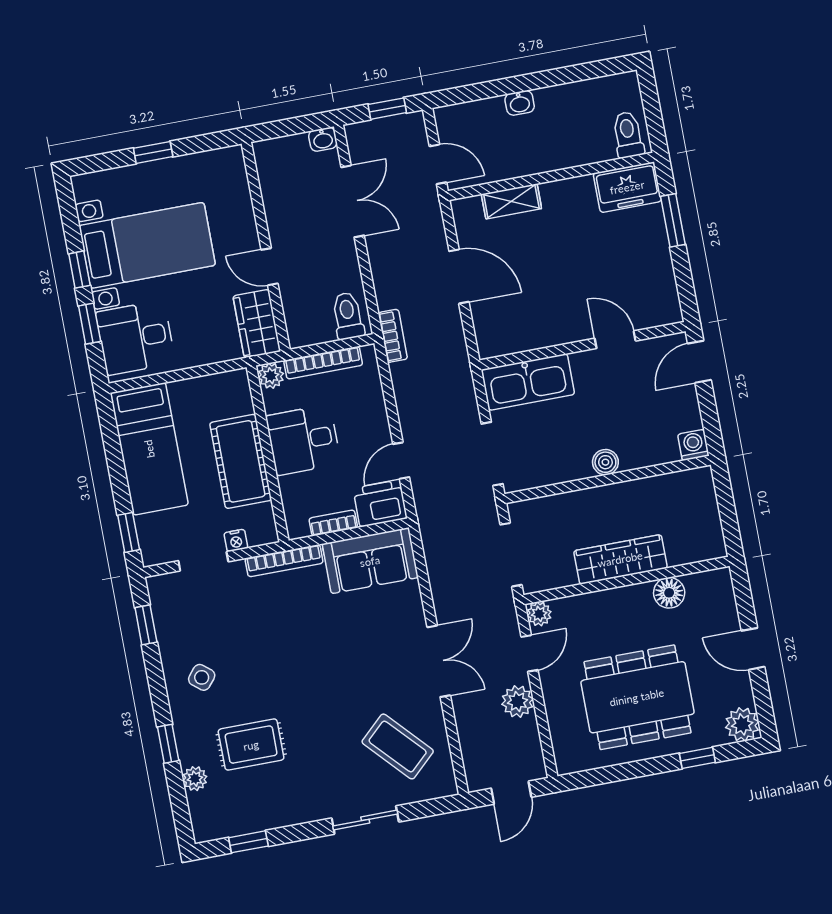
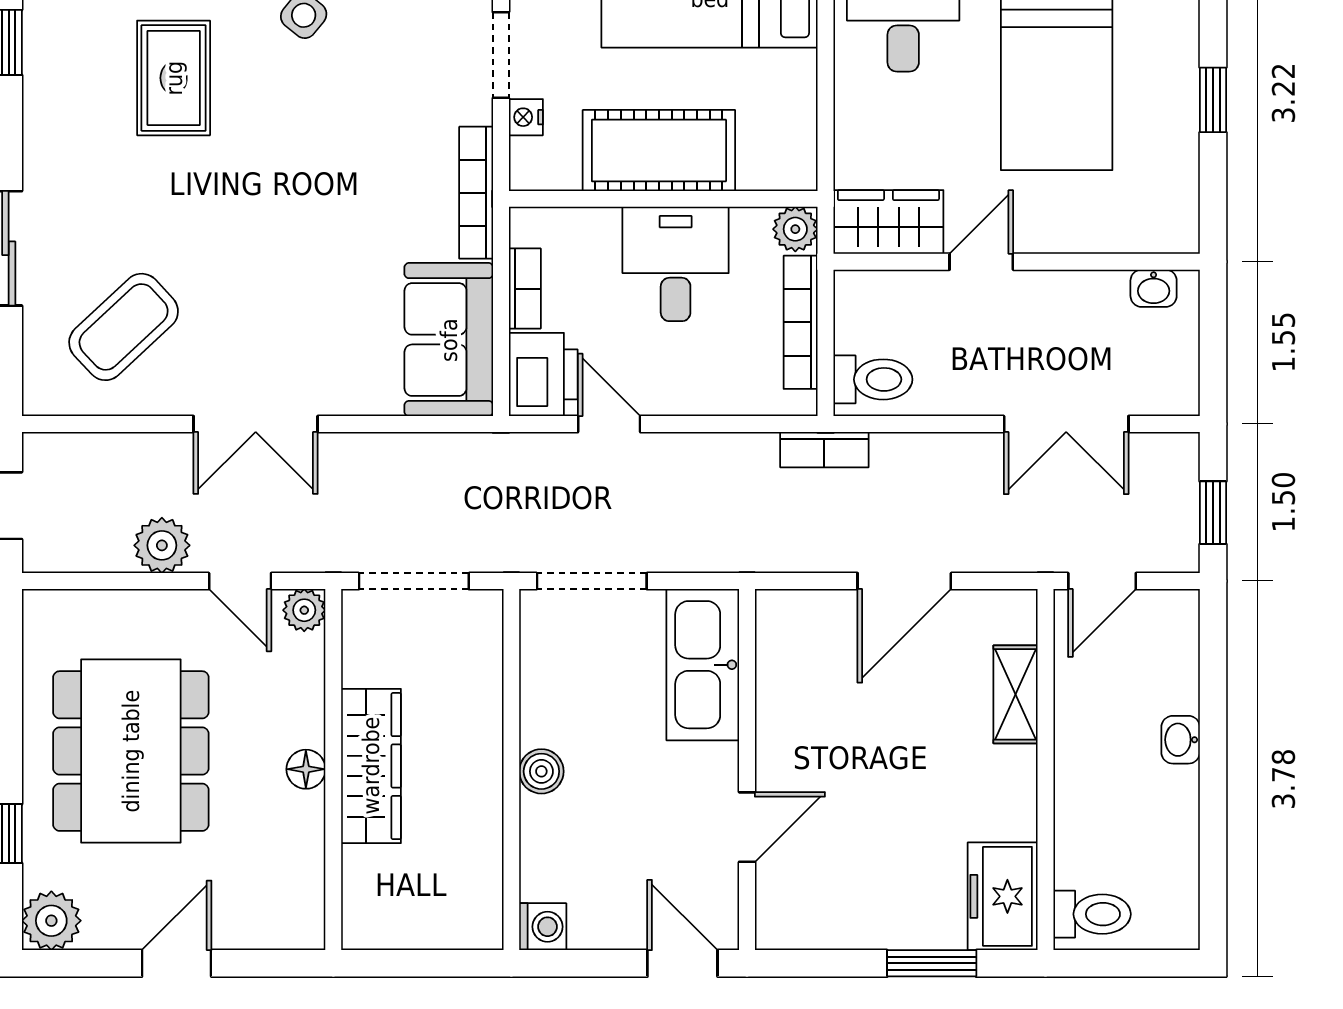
washbasin: (323, 139) -> (1154, 288), moved, turned -90
floor lamp: (669, 593) -> (306, 769), moved, width x0.73, depth x0.73

